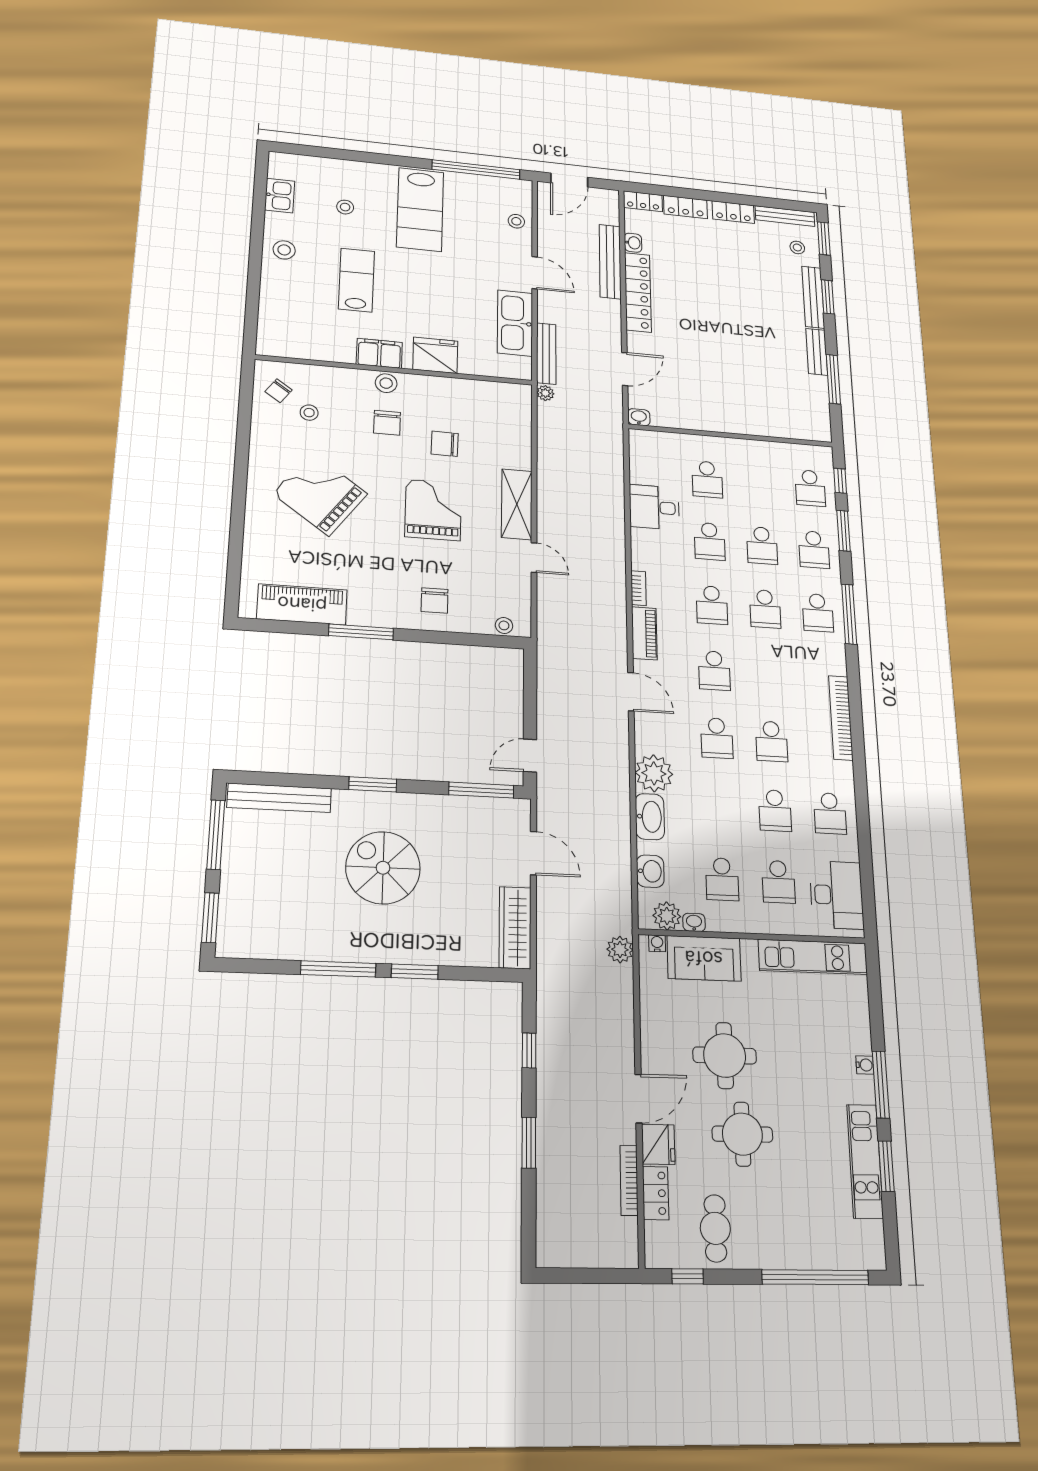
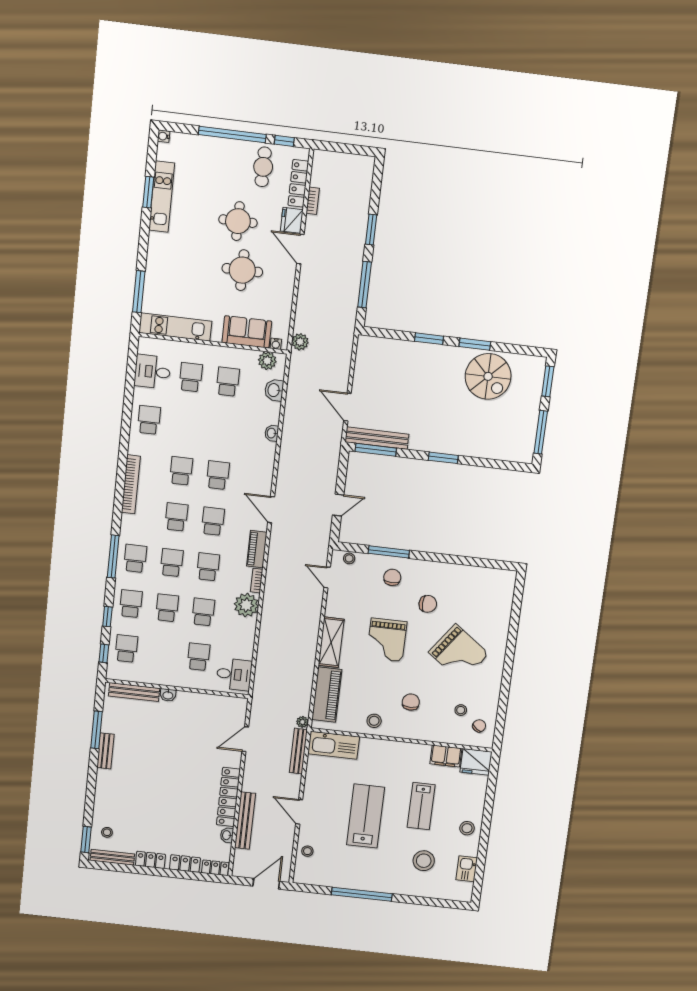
window: (476, 169) -> (362, 894), moved
stool: (345, 207) -> (424, 861), width x1.89, depth x1.89
lab bench: (420, 209) -> (366, 816), moved
bench: (813, 297) -> (134, 692), moved, turned 90
window: (828, 297) -> (90, 793), removed
kitchen sink: (515, 323) -> (334, 745), moved, turned 90
filing cabinet: (379, 353) -> (446, 756), moved
fridge: (435, 355) -> (476, 762), moved
stool: (386, 383) -> (374, 721), moved
washbasin: (639, 417) -> (168, 695), moved
chair: (445, 444) -> (428, 604), moved
desk: (654, 507) -> (234, 674), moved
window: (844, 531) -> (107, 617), width x0.67
door: (534, 558) -> (327, 577), moved
piano: (302, 604) -> (327, 695), moved, turned -90
window: (361, 632) -> (389, 552), moved
door: (530, 756) -> (338, 505), moved
plant: (654, 773) -> (246, 605), moved
bench: (279, 798) -> (377, 438), moved
school desk: (775, 810) -> (176, 517), moved
washbasin: (650, 817) -> (272, 433), width x0.52, depth x0.69
spiral stairs: (383, 868) -> (488, 376), moved
desk: (837, 895) -> (152, 372), width x0.73
washbasin: (694, 922) -> (250, 355), removed
wardrobe: (515, 928) -> (364, 361), removed
window: (338, 969) -> (475, 344), width x0.69
window: (529, 1050) -> (365, 285), width x2.17
water cooler: (865, 1065) -> (164, 136), moved
window: (881, 1084) -> (139, 292), moved
door: (639, 1099) -> (300, 249), hinge flipped
bookcase: (629, 1180) -> (313, 201), width x0.64
locker: (656, 1193) -> (298, 183), width x1.53
window: (815, 1277) -> (232, 134), moved

